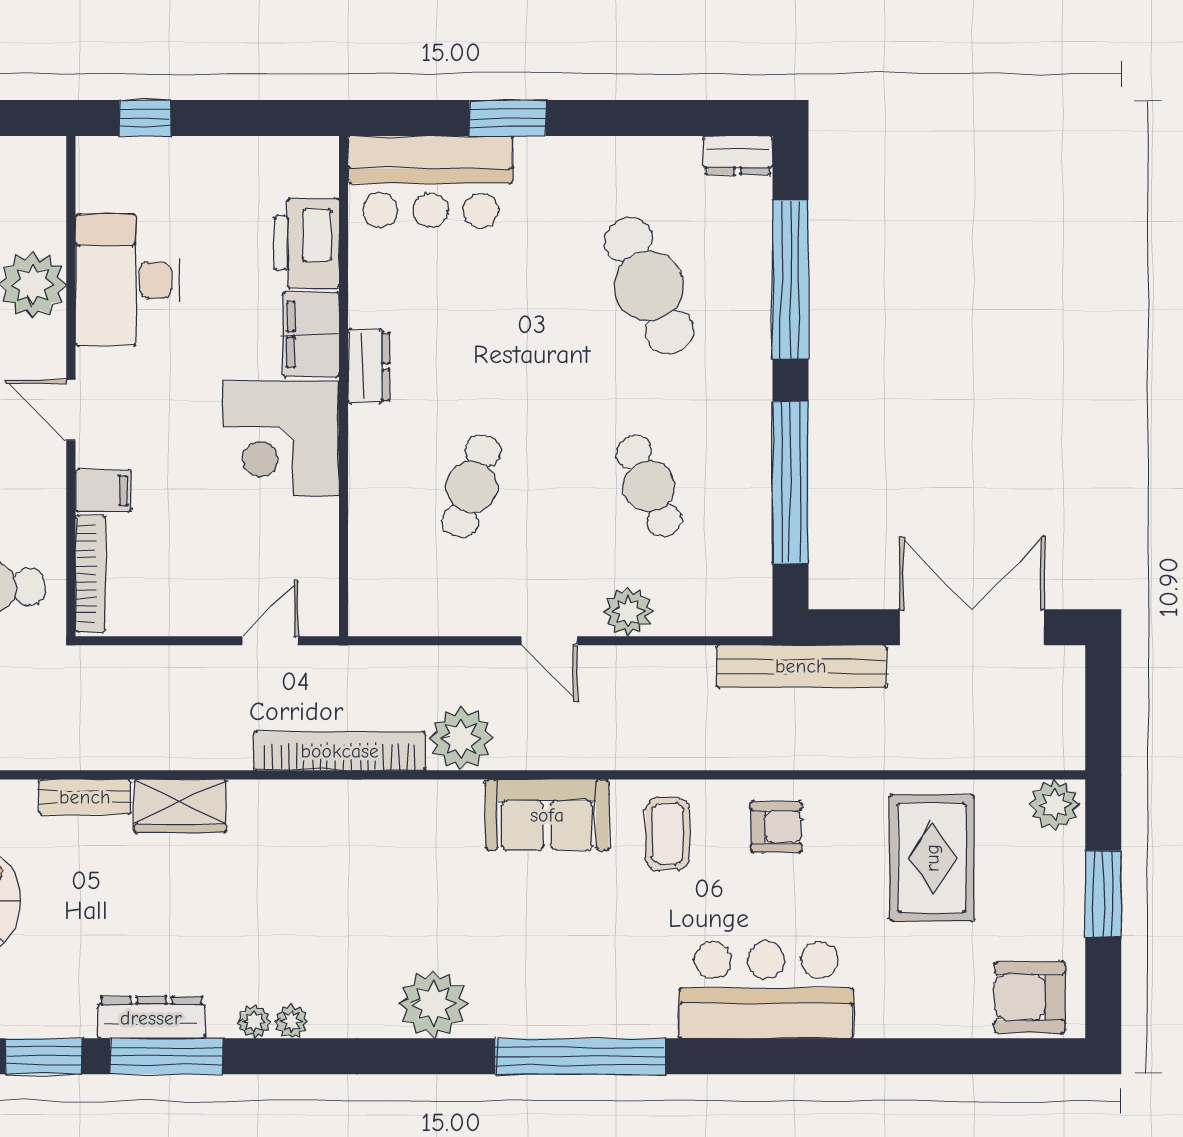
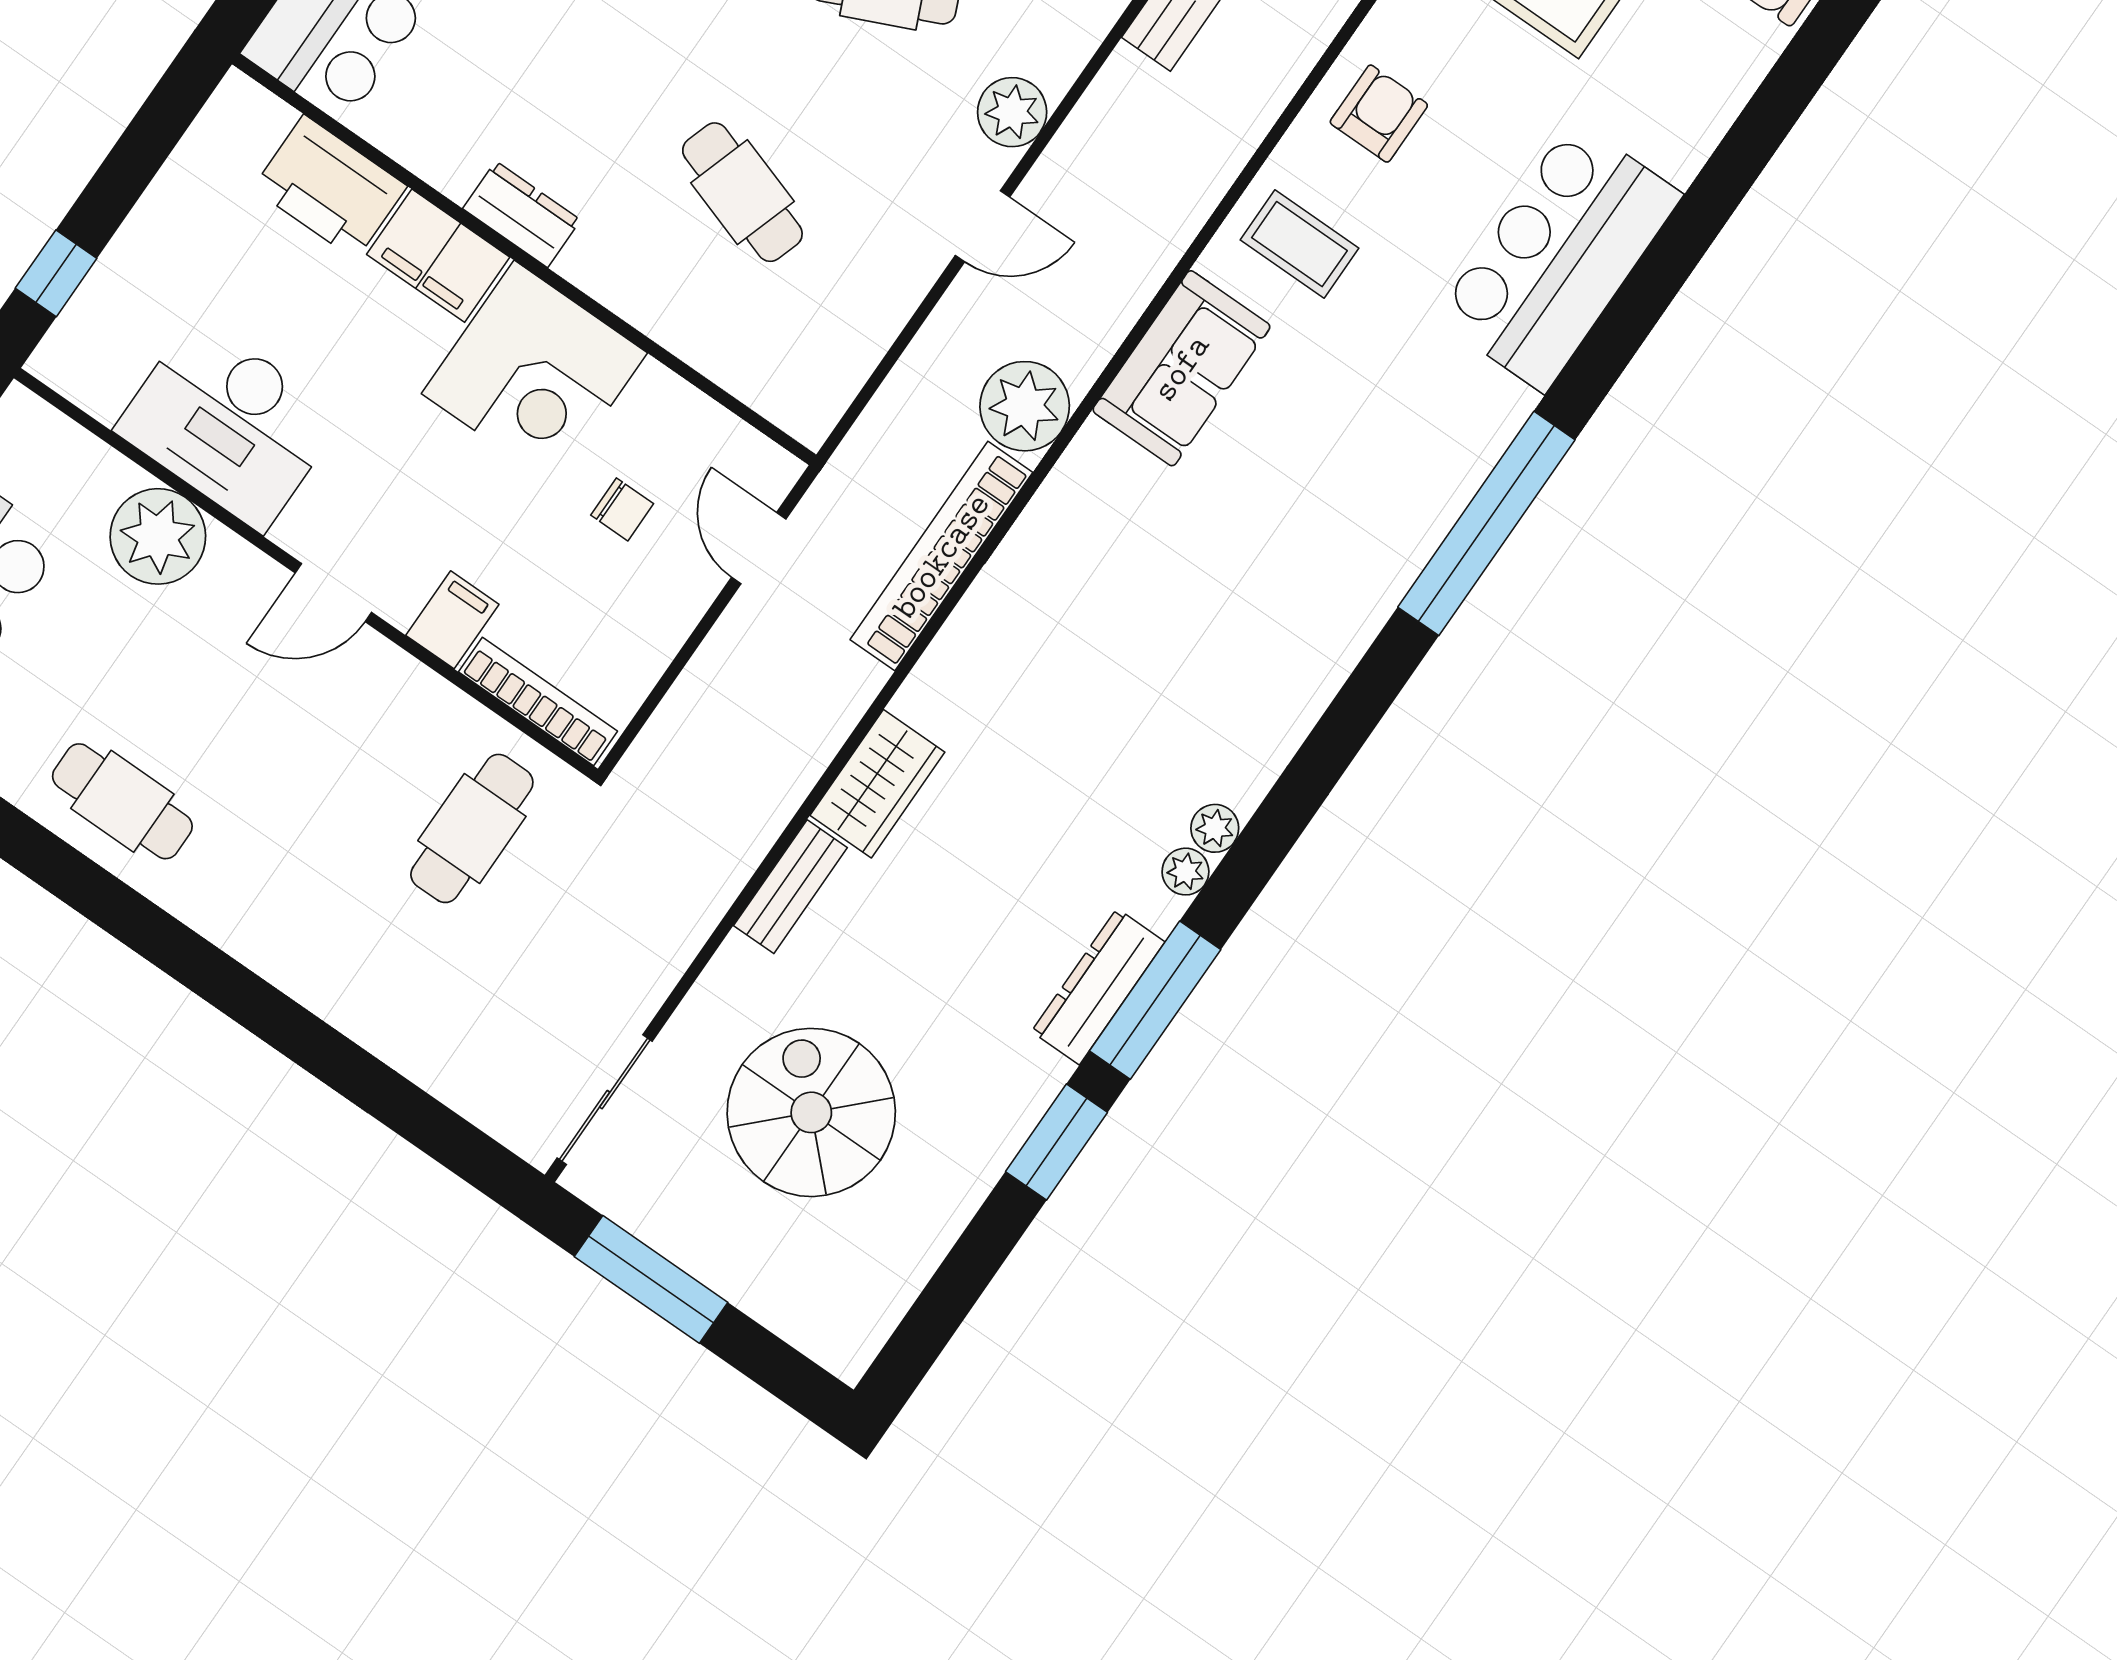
chair: (237, 545) -> (622, 509), added
plant: (433, 1004) -> (1308, 651), removed

